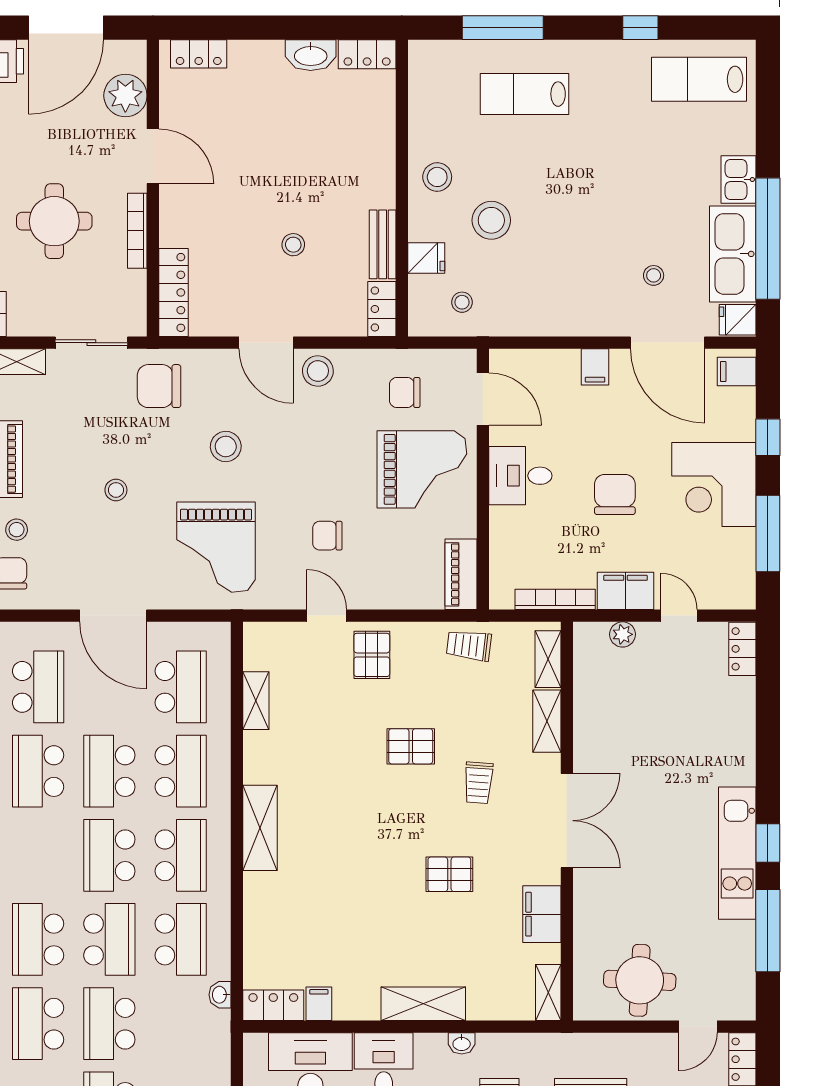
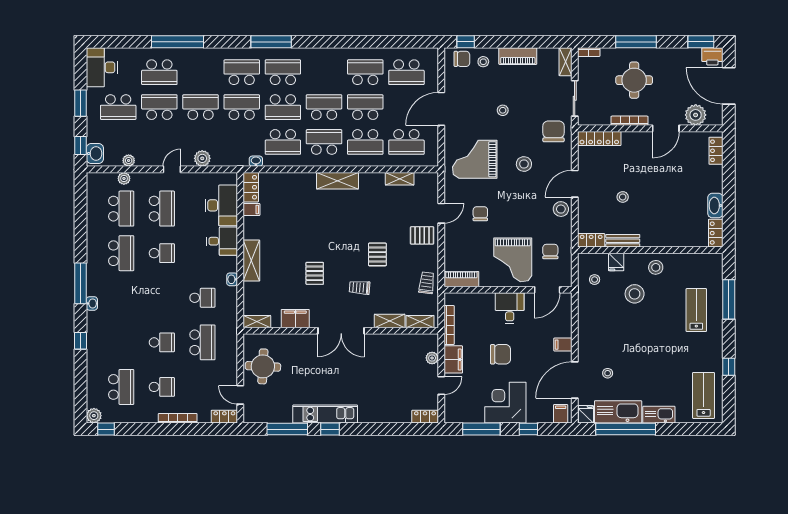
kitchen sink: (738, 180) -> (659, 415), width x1.38
school desk: (181, 855) -> (324, 142), turned 180

